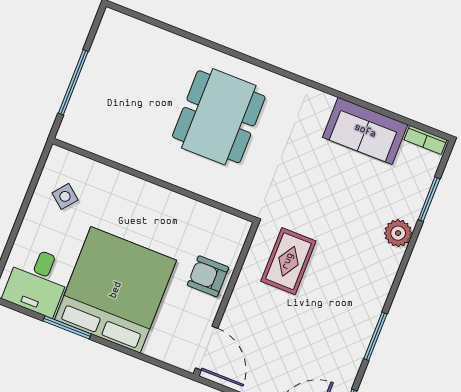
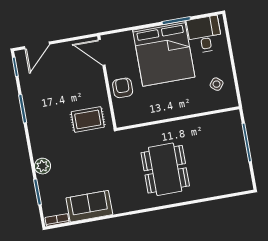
rug: (288, 261) -> (88, 119), turned 90
armchair: (208, 276) -> (123, 88), turned -90

